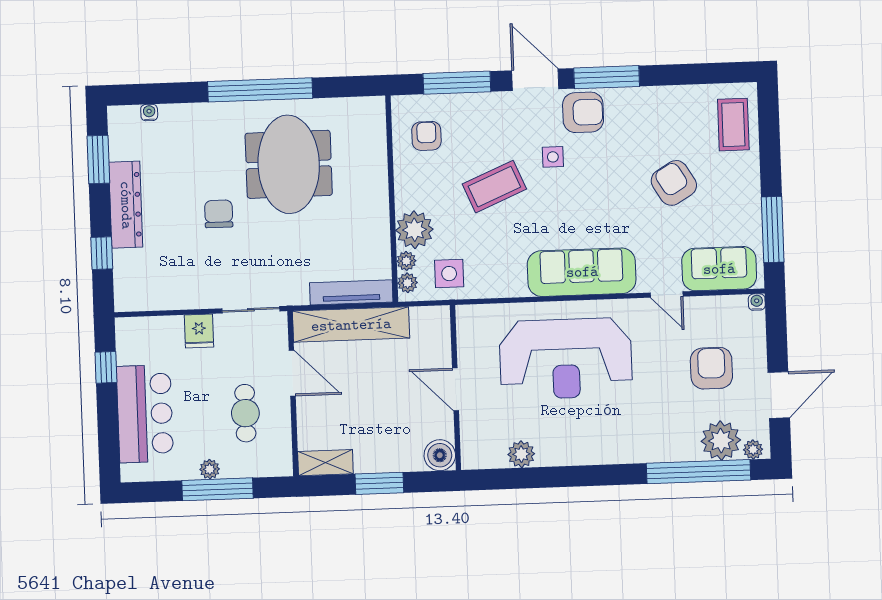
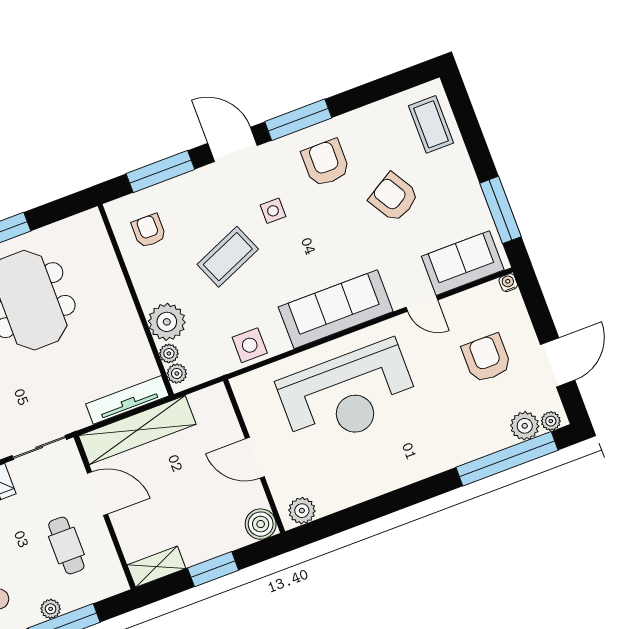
armchair: (583, 112) -> (326, 163), moved, turned -90
side table: (449, 274) -> (250, 345), moved
plant: (721, 441) -> (525, 426), width x0.73, depth x0.73
plant: (521, 454) -> (302, 511), moved

